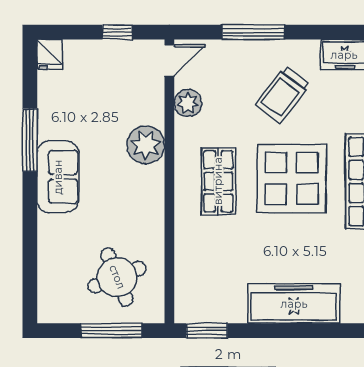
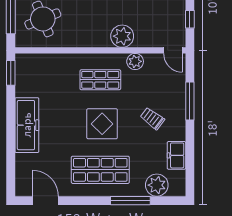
trolley: (283, 95) -> (152, 118), width x0.73, depth x0.72
plant: (188, 103) -> (135, 61), moved
display table: (292, 178) -> (102, 124), width x0.73, depth x0.73

